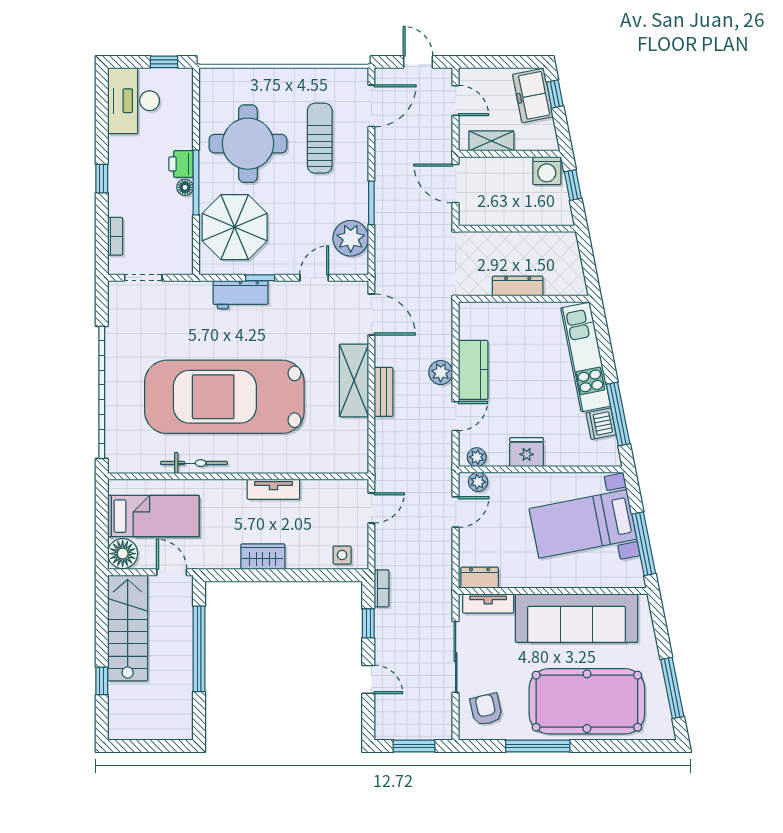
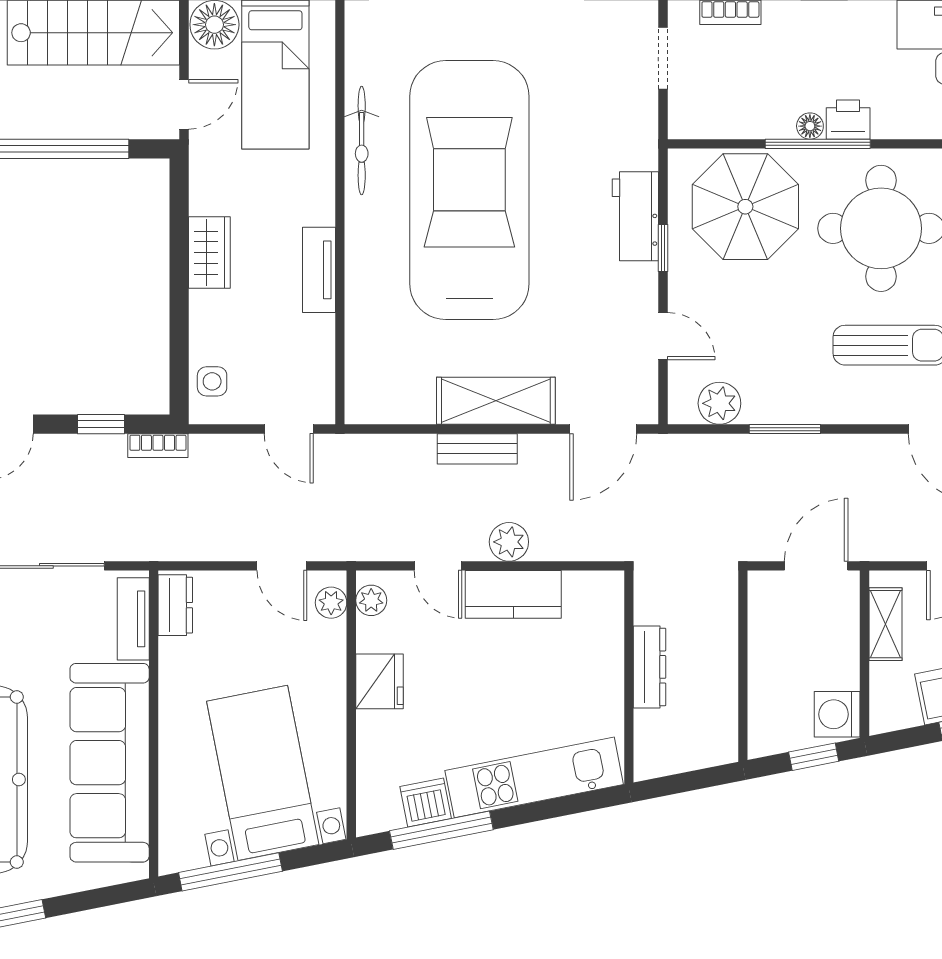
plant: (351, 238) -> (719, 403), width x0.73, depth x0.73

